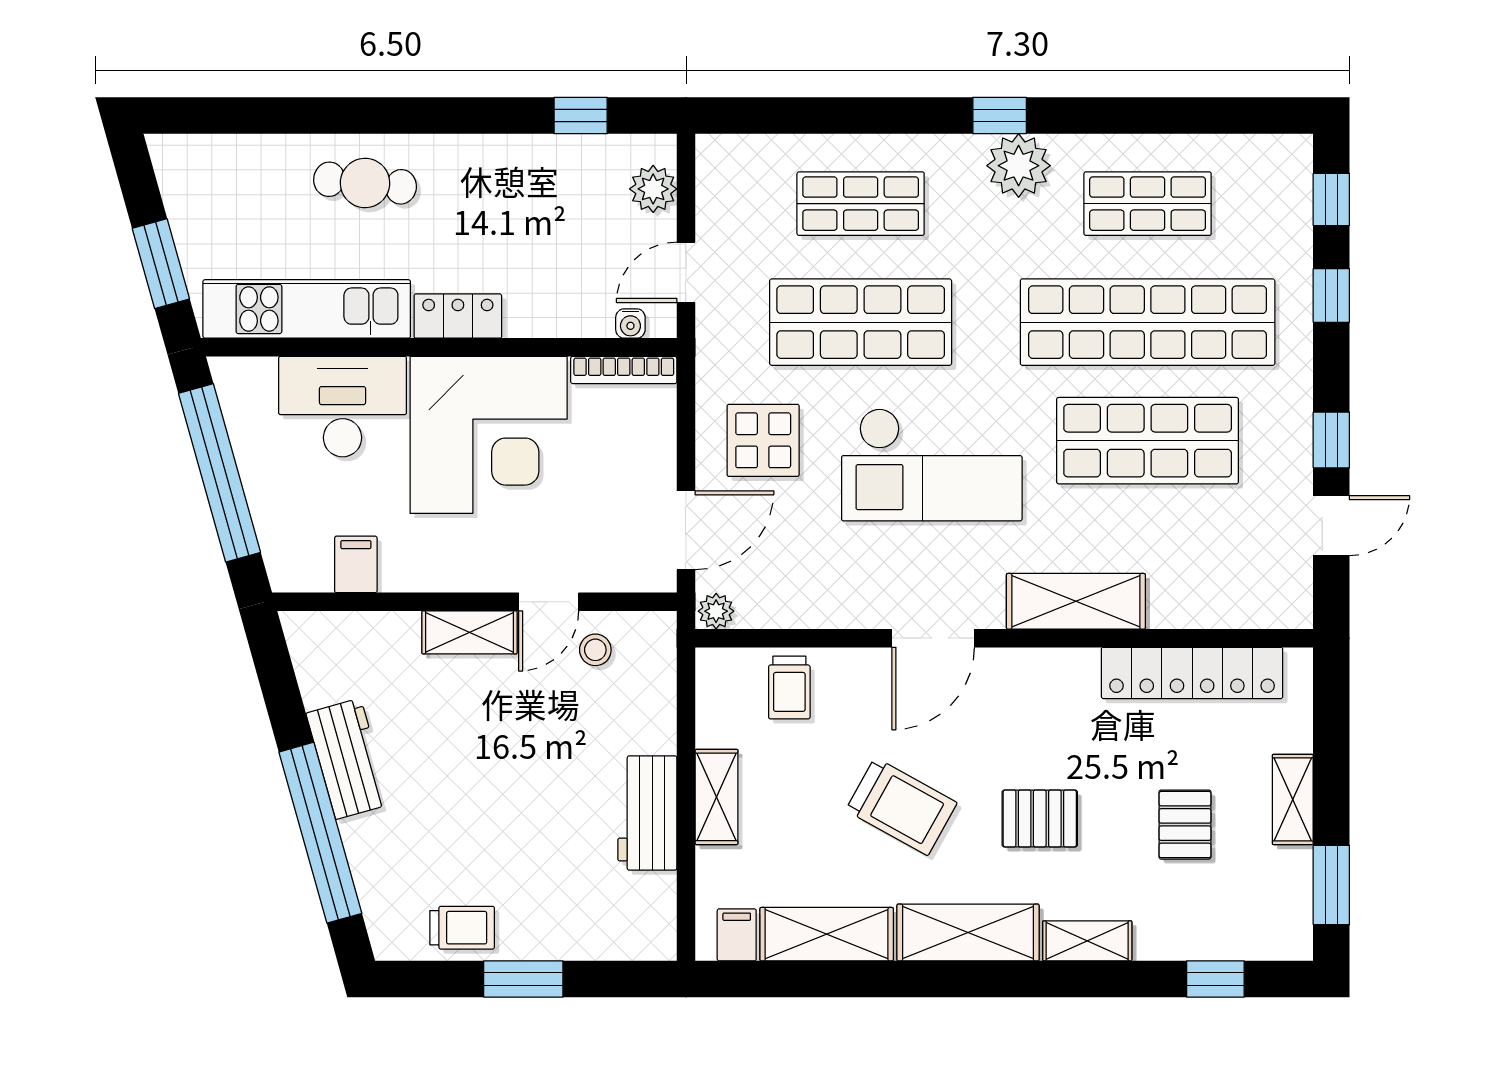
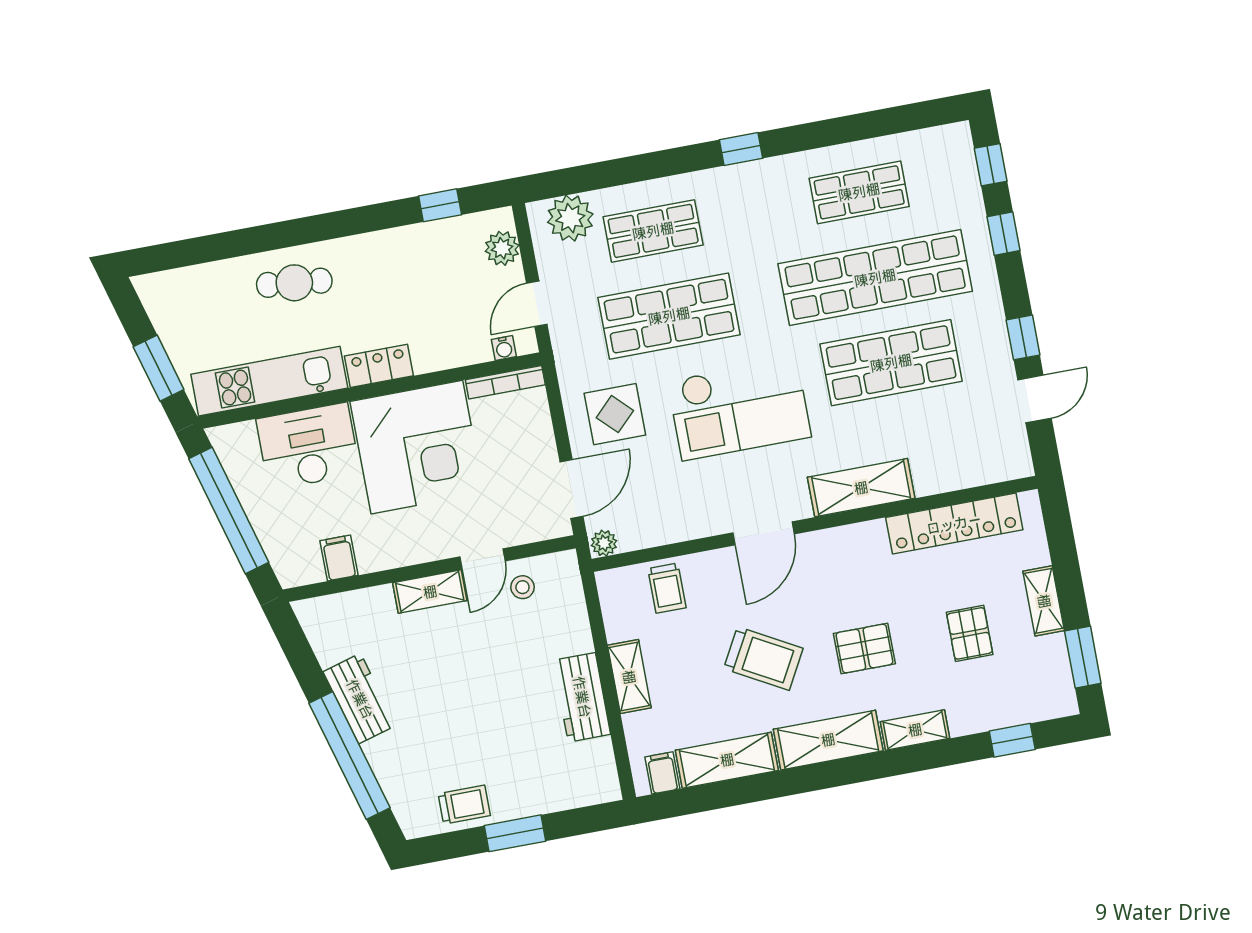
plant: (1019, 166) -> (570, 218), moved

